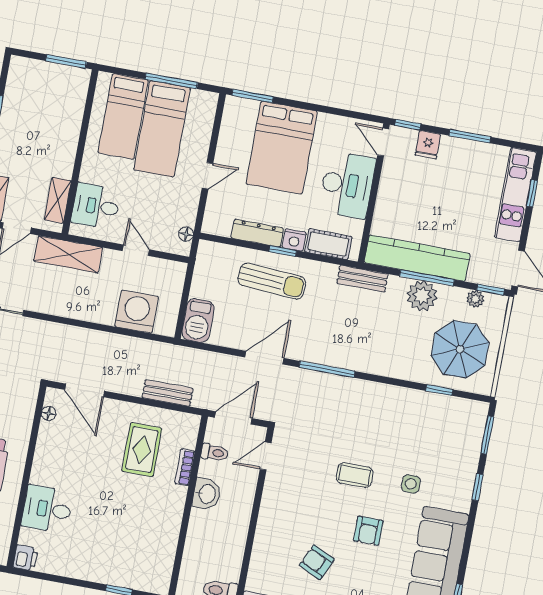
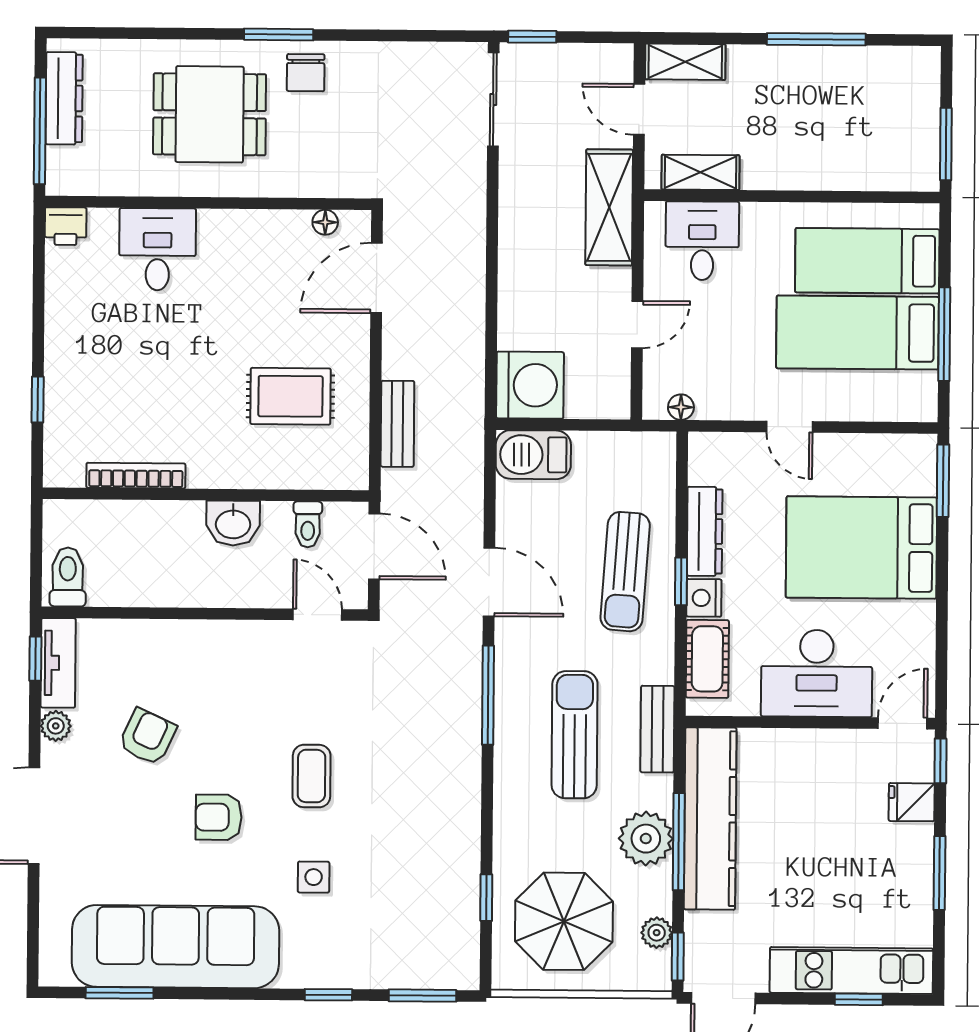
washing machine: (137, 312) -> (530, 385), moved
sun lounger: (357, 325) -> (575, 735), added
bookcase: (185, 467) -> (136, 476), moved, width x1.56

